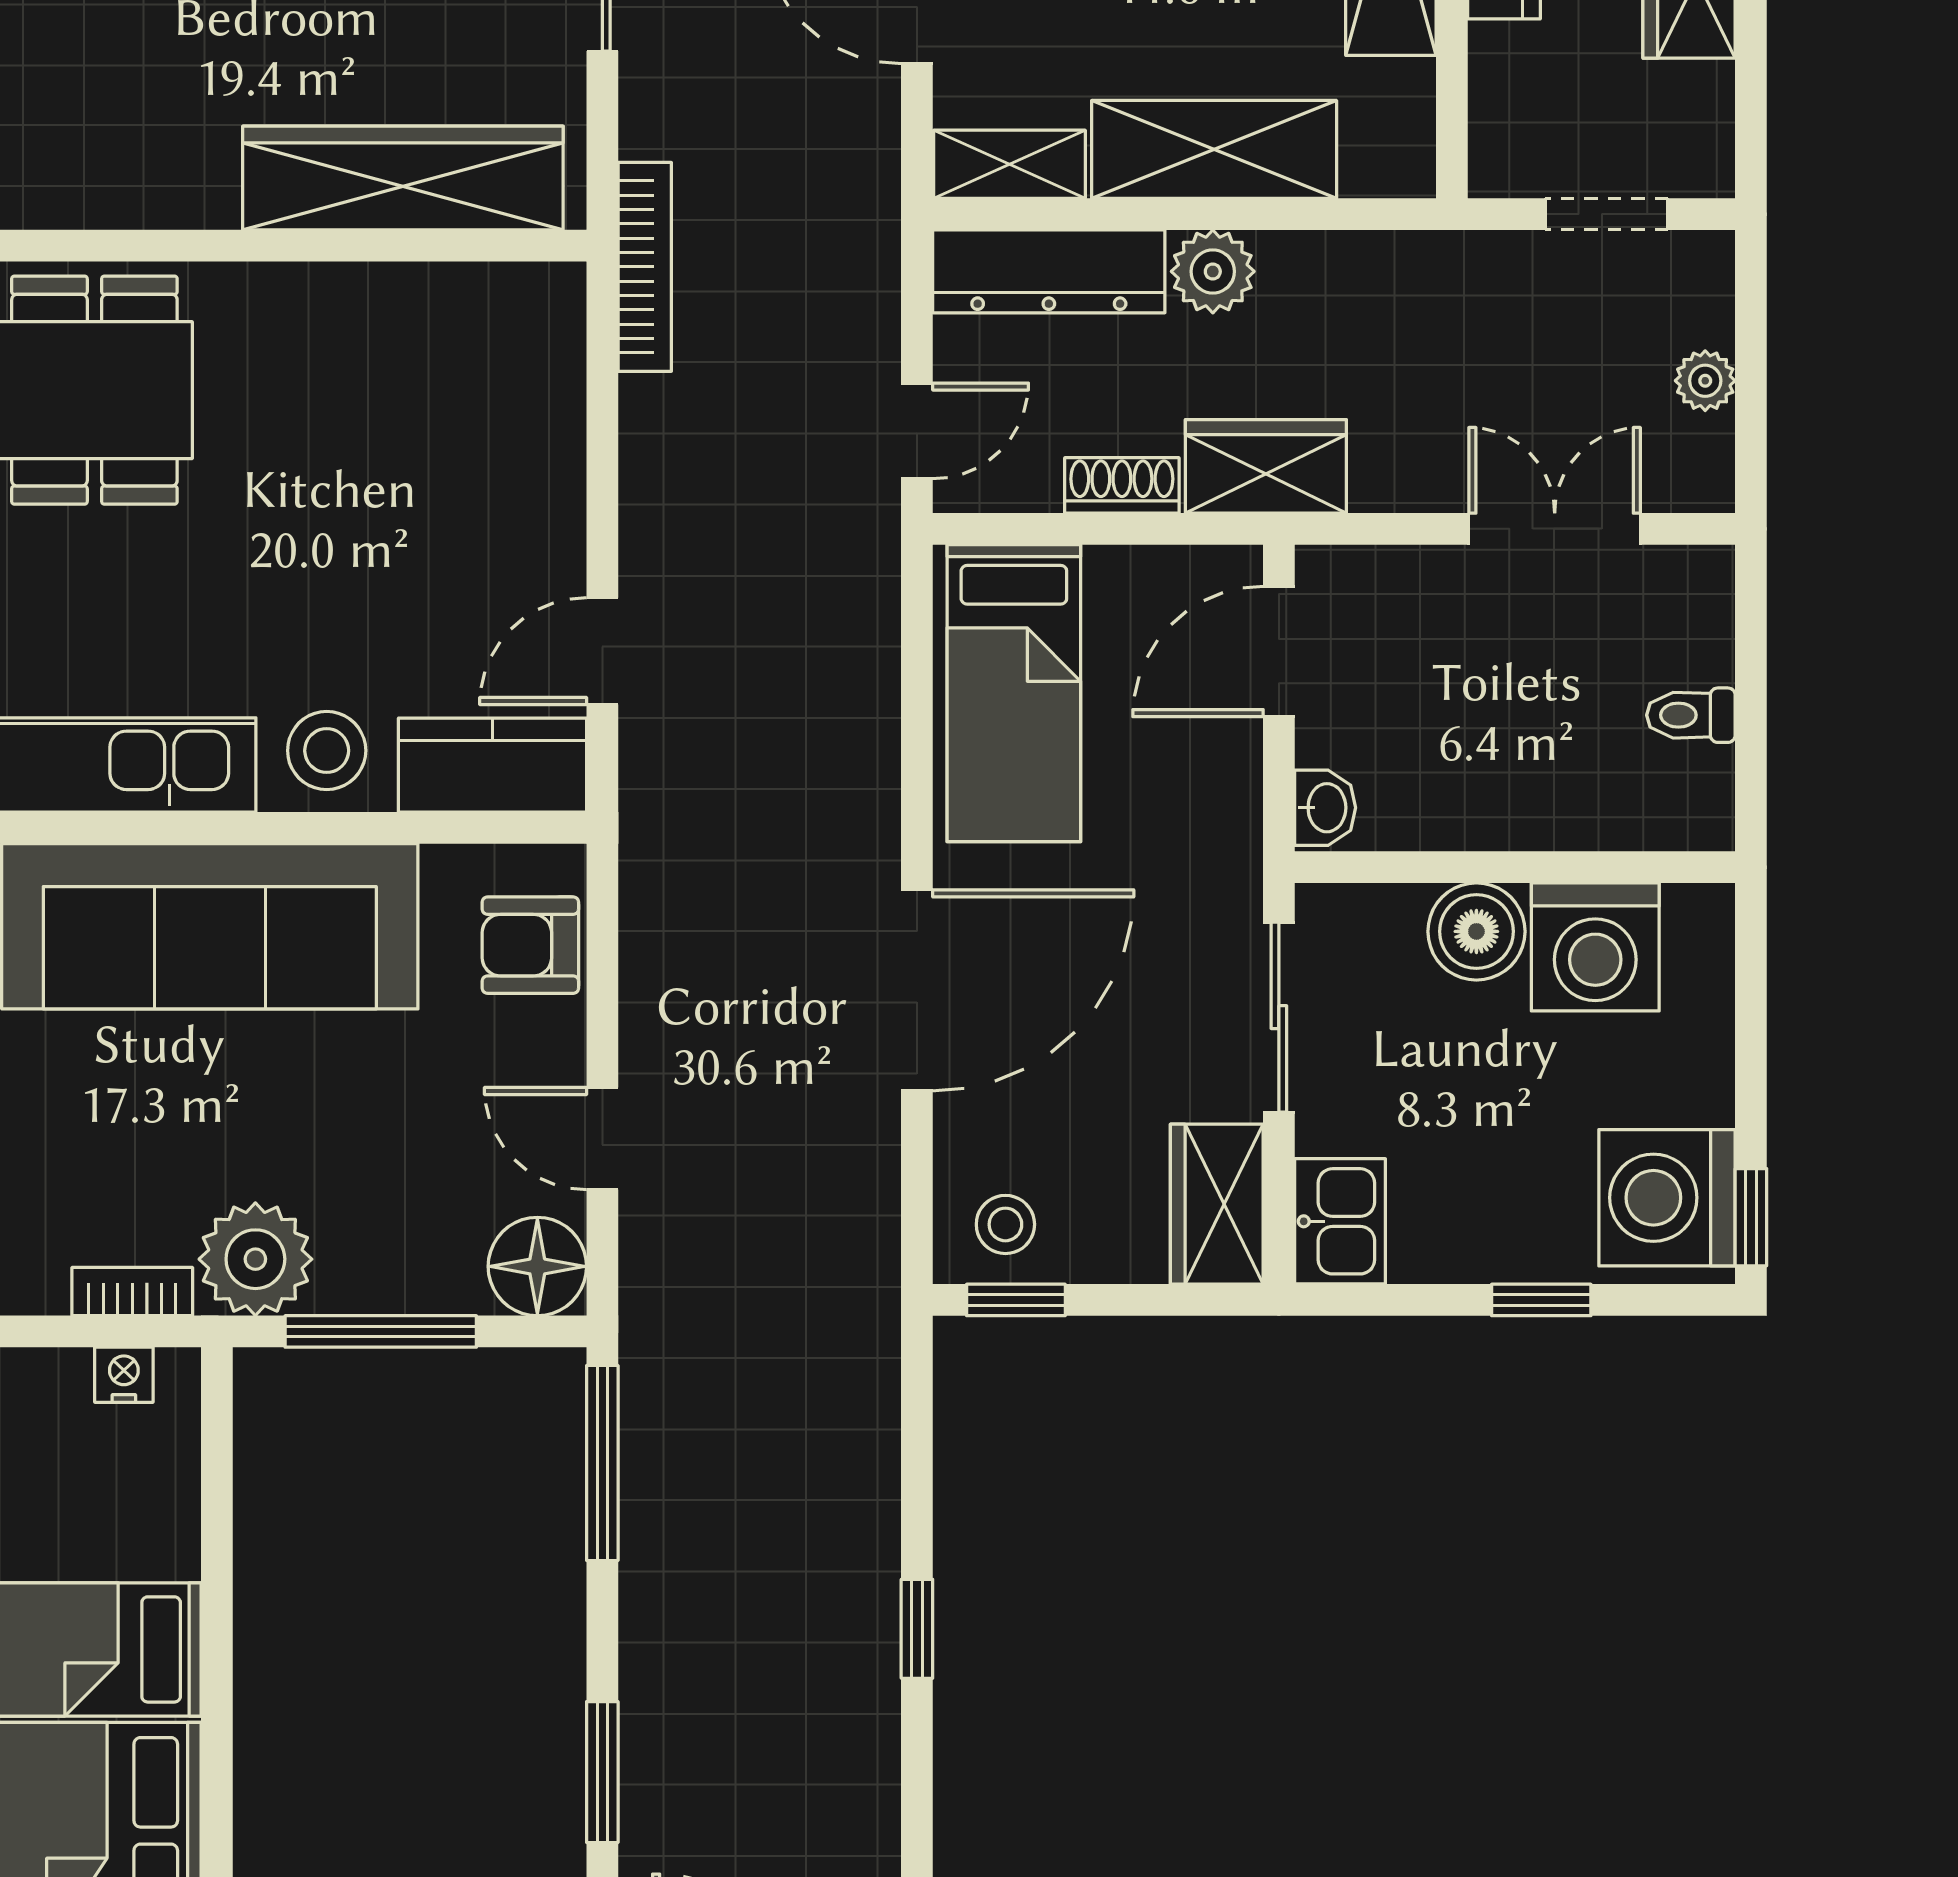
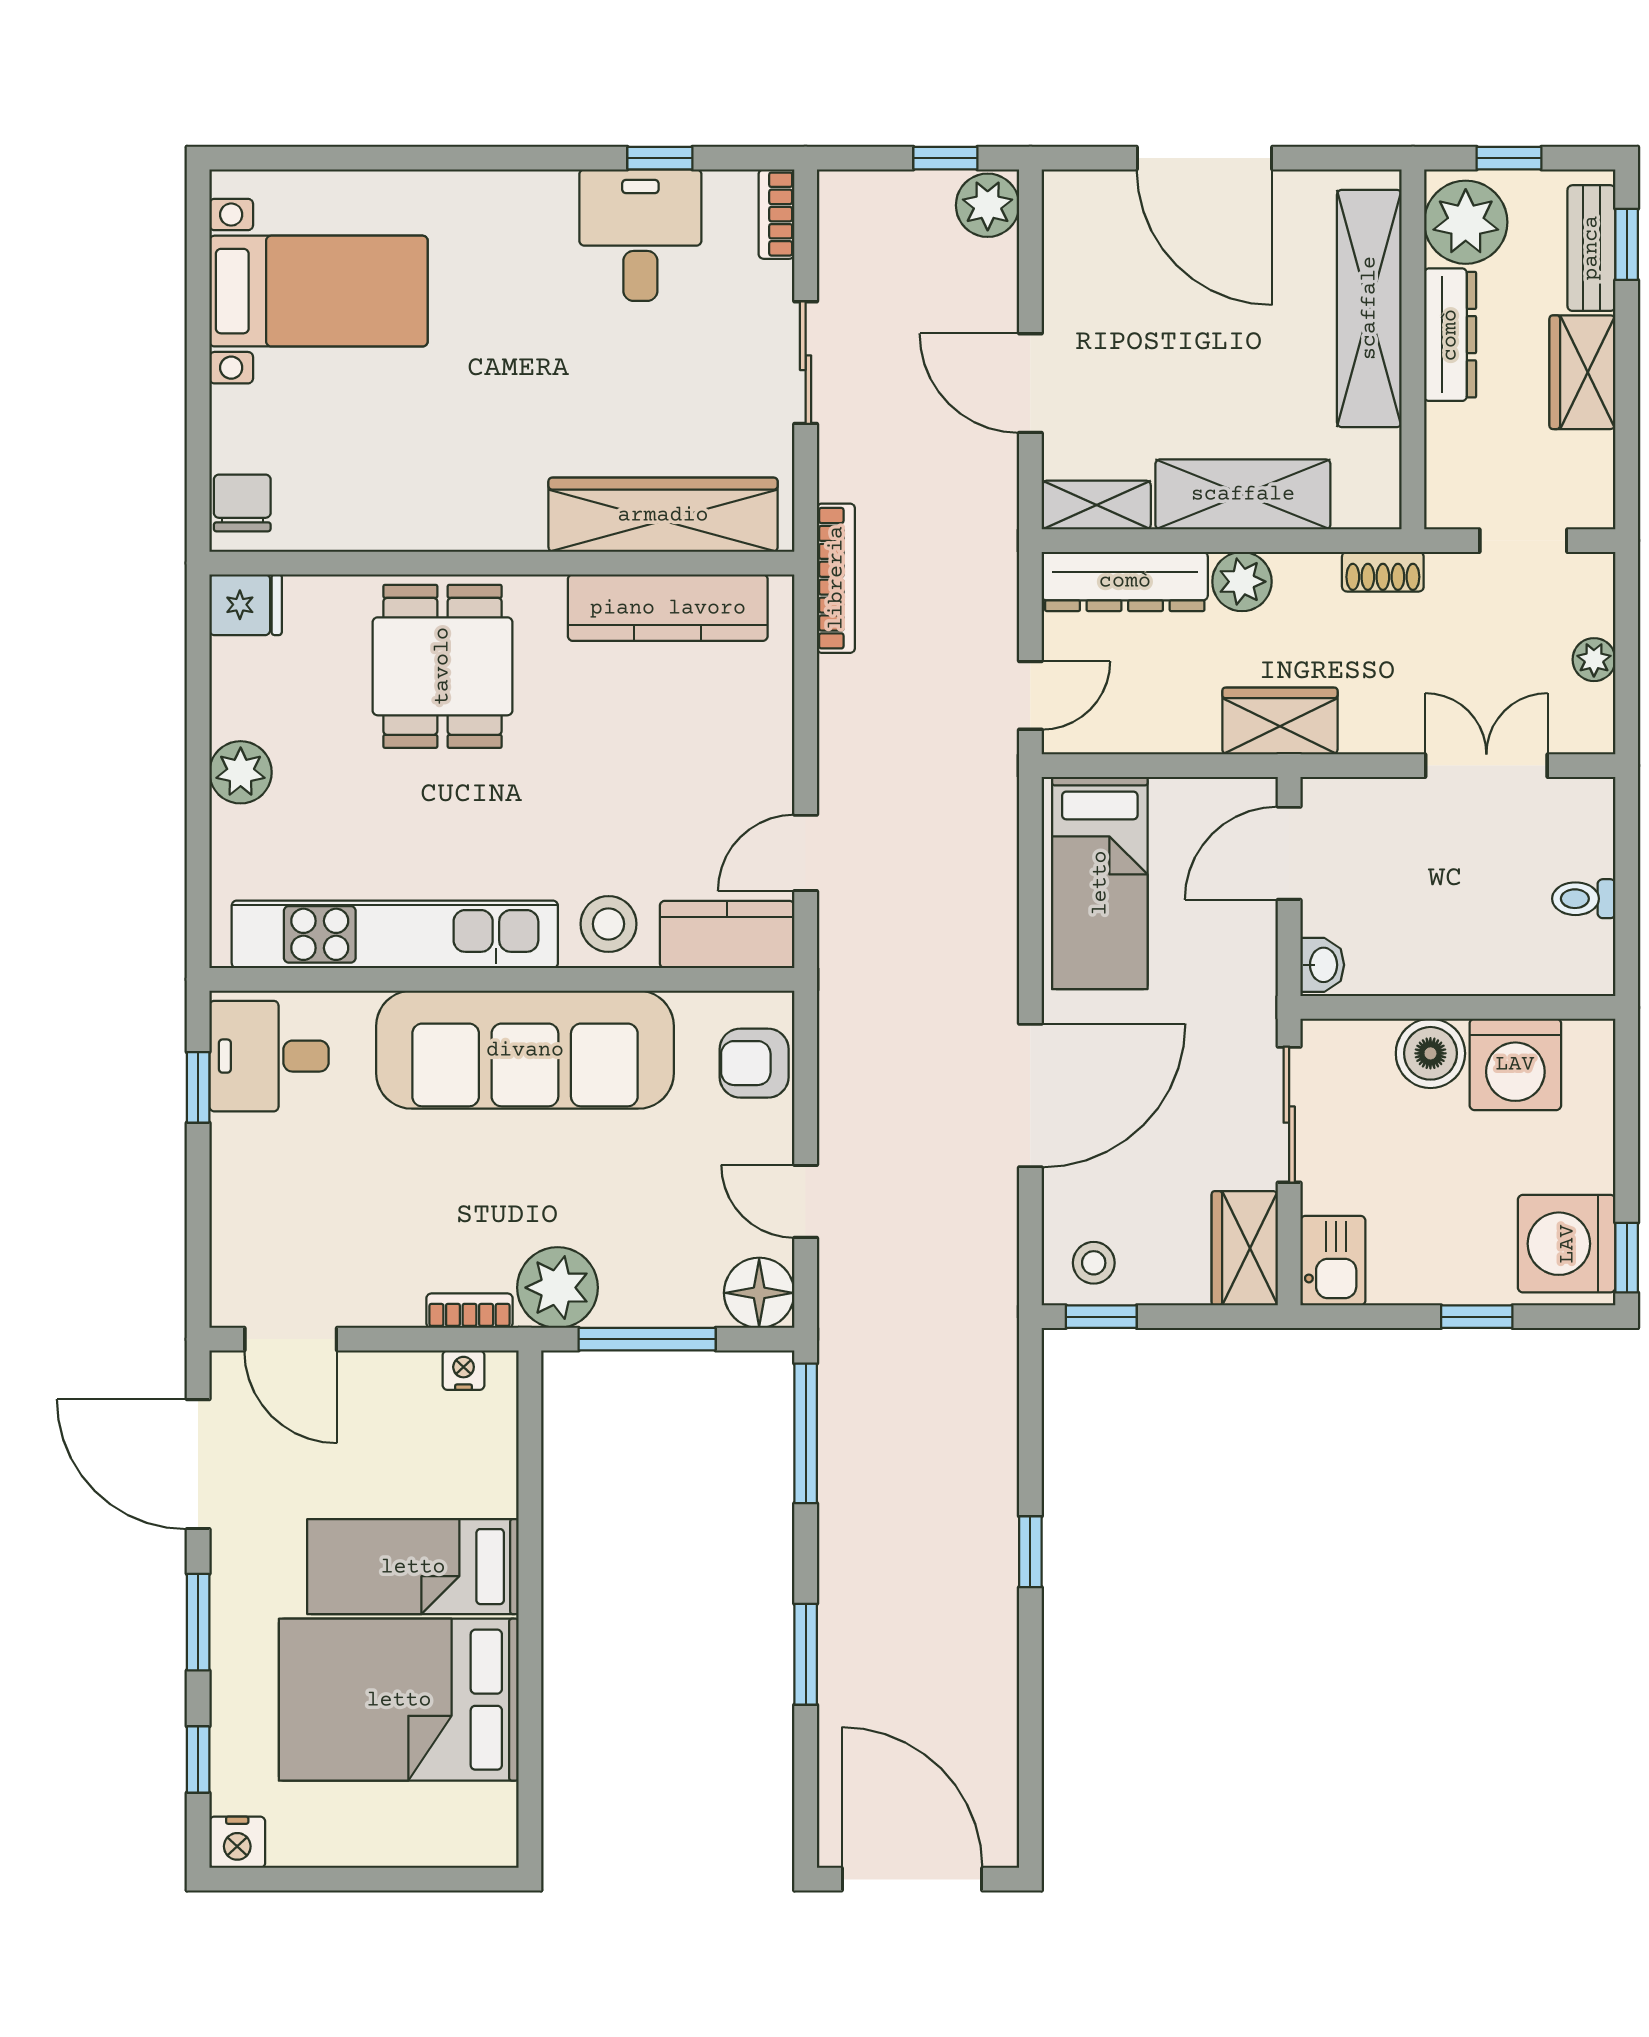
kitchen counter: (410, 308) -> (668, 608), added
shoe rack: (1122, 485) -> (1383, 572), moved, turned 180

